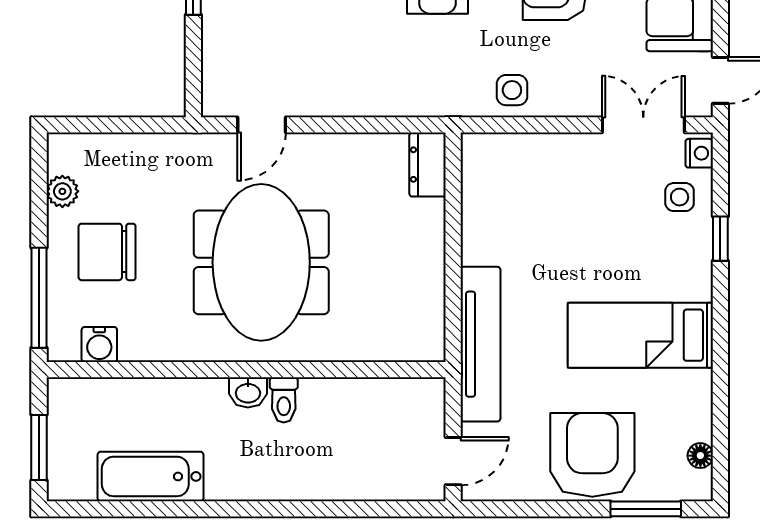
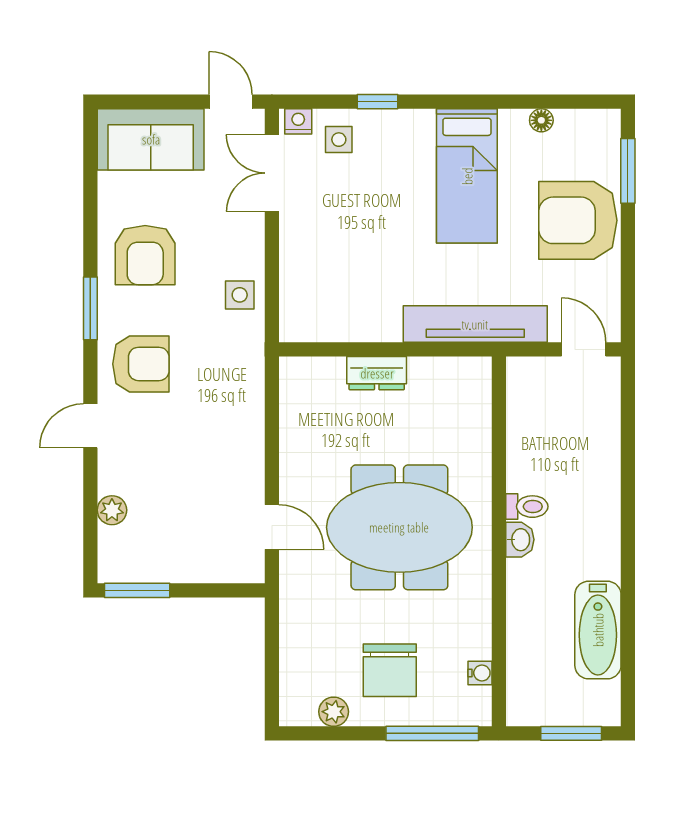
dresser: (428, 165) -> (377, 373), moved
water cooler: (99, 344) -> (480, 673), width x0.72, depth x0.72
floor lamp: (700, 456) -> (541, 120), moved

